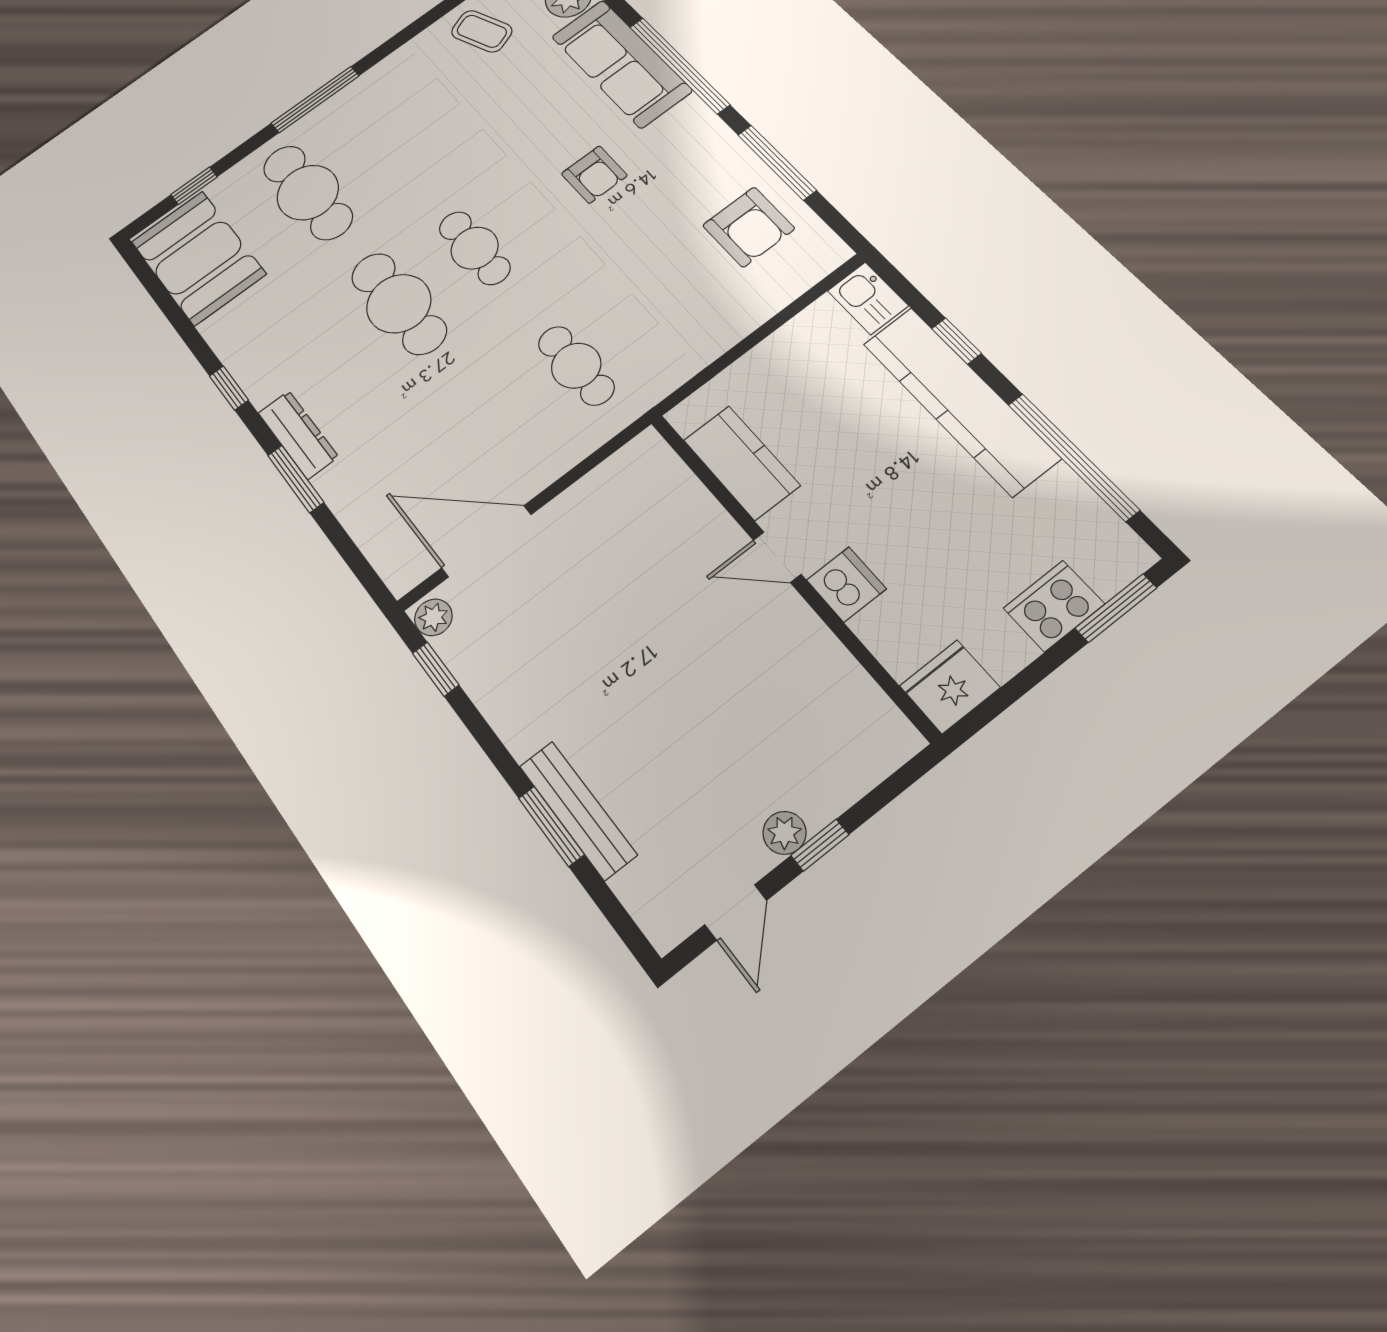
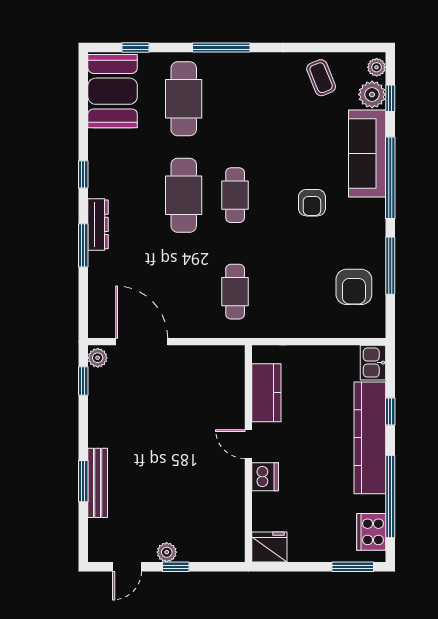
cooker: (1054, 606) -> (371, 532), moved, turned -90

